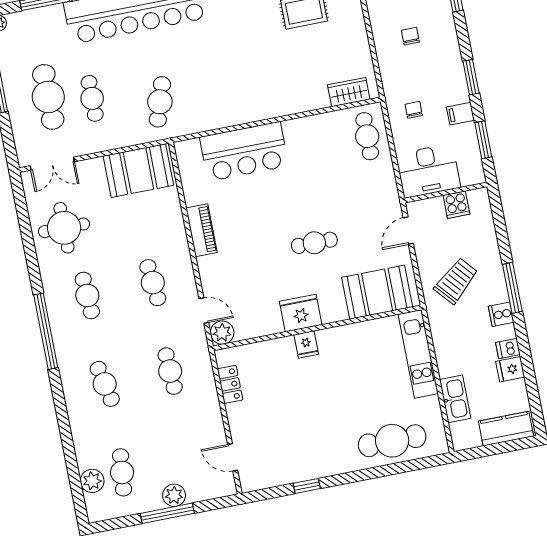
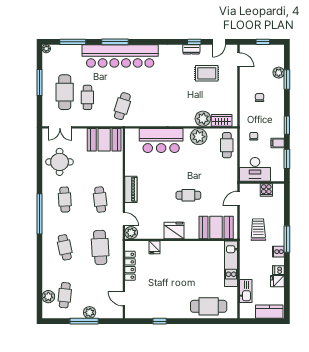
plant: (313, 96) -> (203, 119), added
plant: (312, 131) -> (199, 137), added
piano: (201, 230) -> (131, 189), moved
trolley: (456, 281) -> (258, 230), turned -50
fridge: (306, 344) -> (155, 247), moved
cafe table: (170, 371) -> (100, 247), width x1.37, depth x1.35
locker: (230, 384) -> (130, 266), width x1.53

